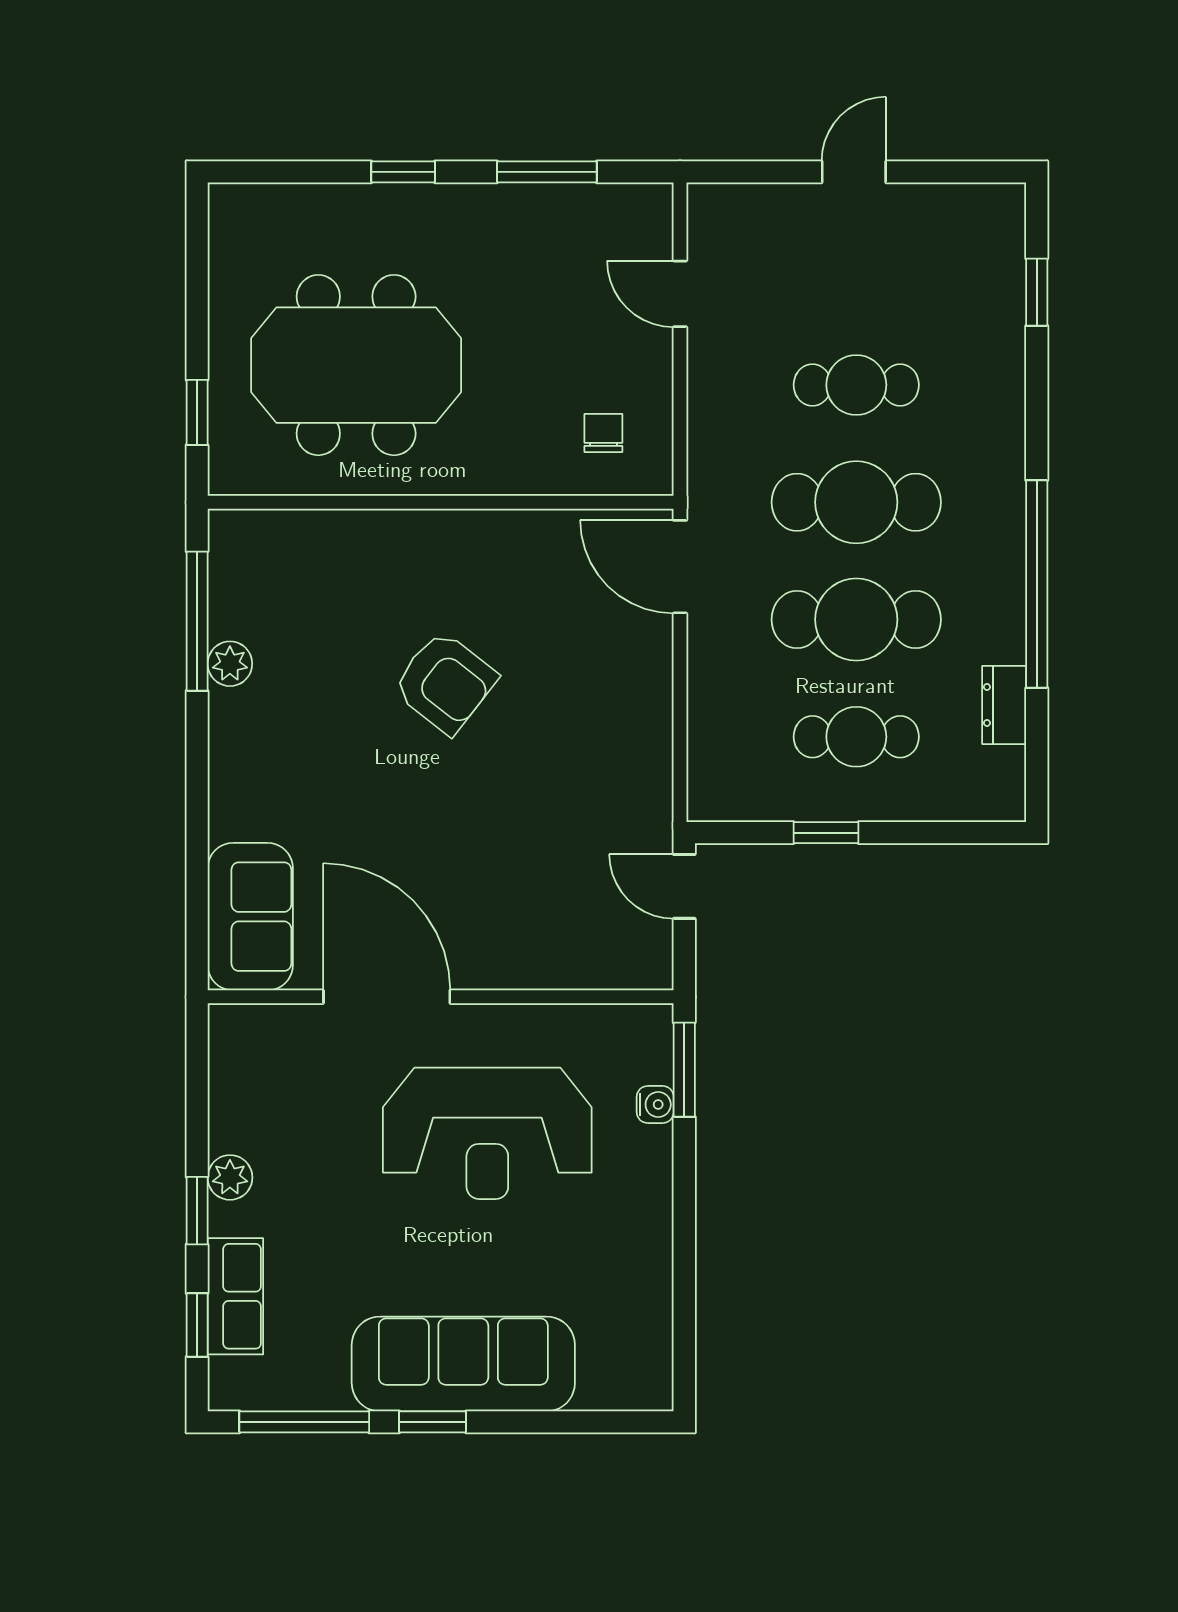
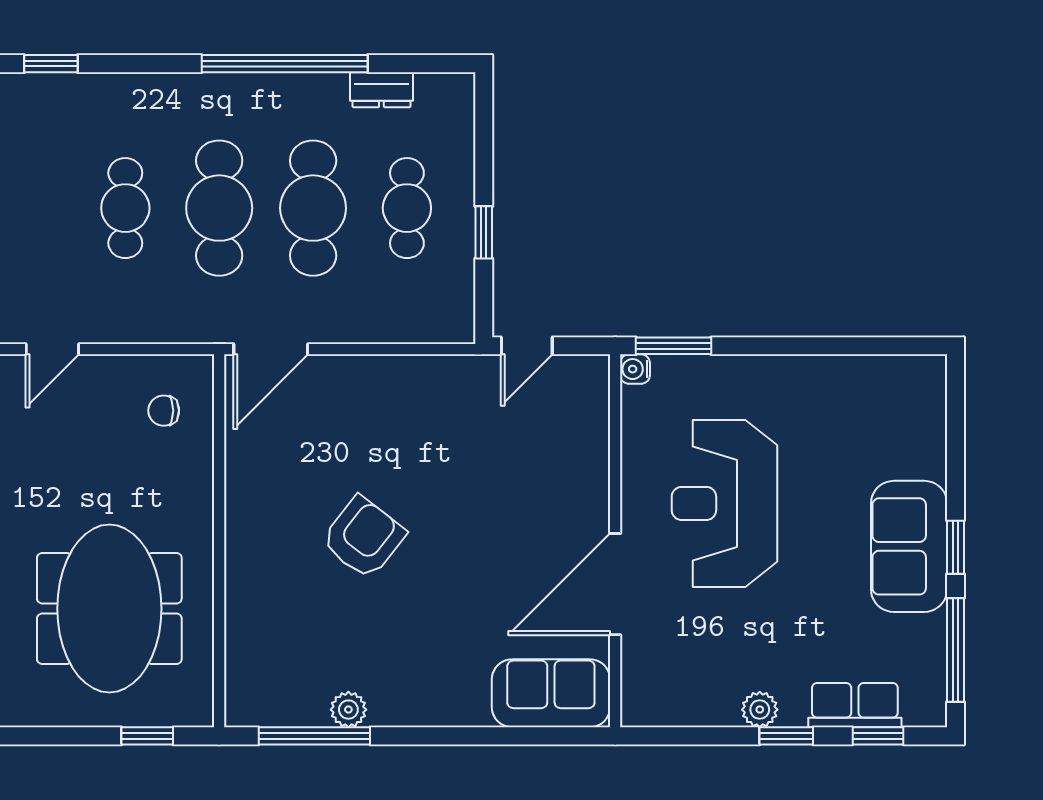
water cooler: (655, 1105) -> (635, 369), moved, turned -90
reception desk: (487, 1133) -> (724, 503), turned 180
sofa: (463, 1364) -> (909, 546), width x0.73

